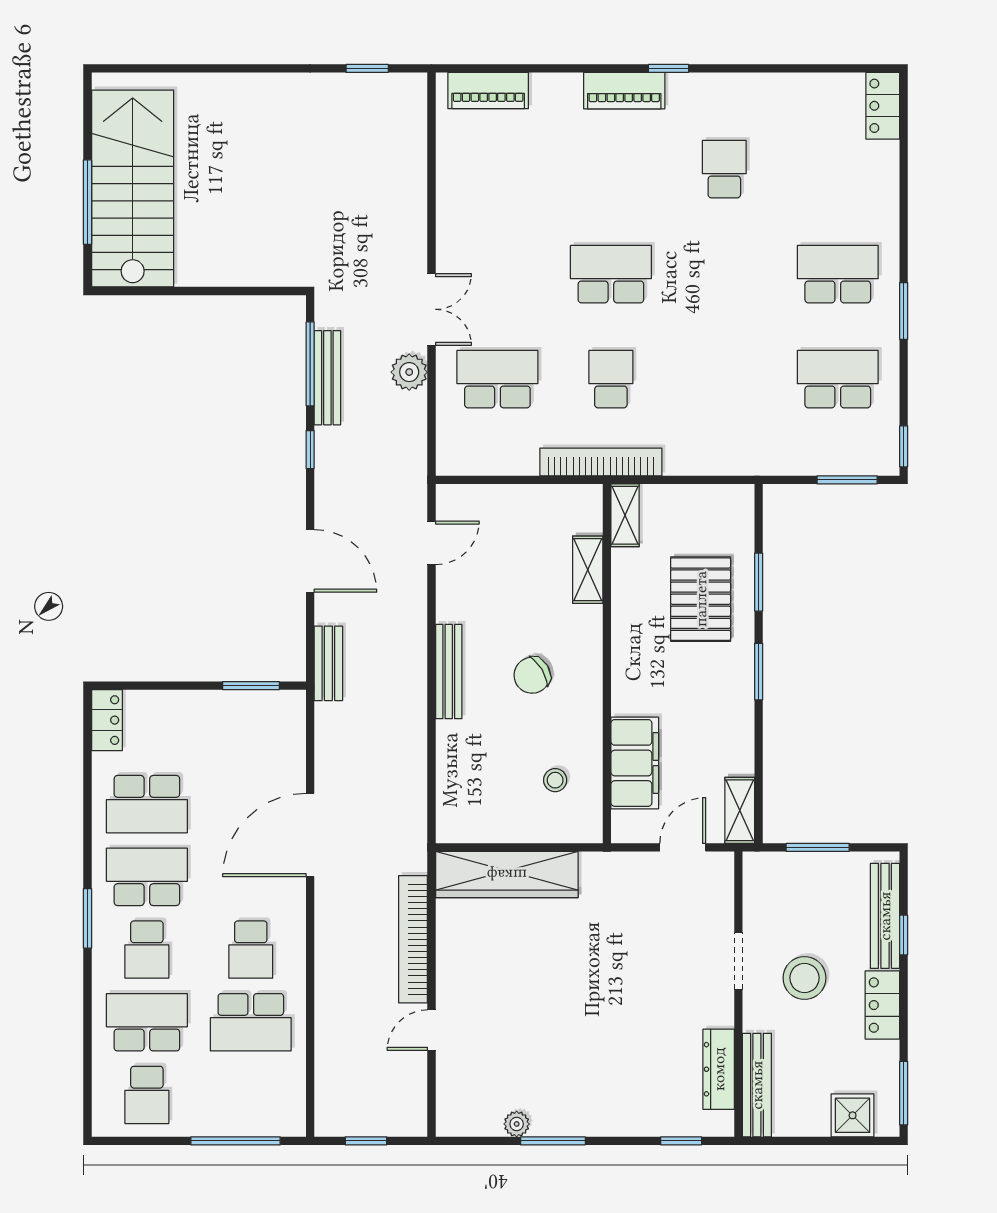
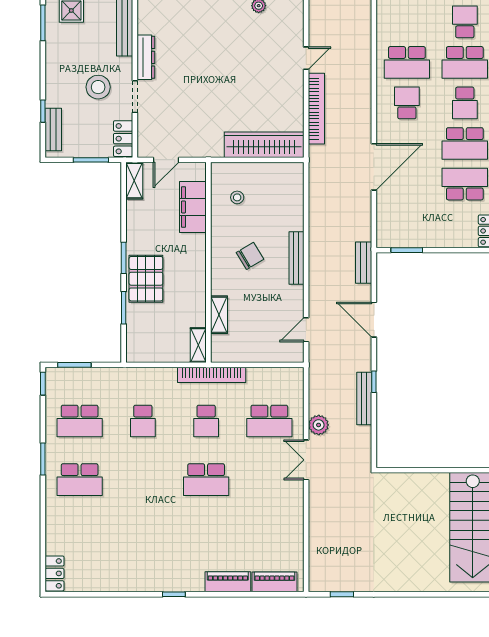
piano: (624, 91) -> (228, 582), moved
school desk: (724, 169) -> (143, 421), moved
window: (310, 364) -> (374, 430), removed
bench: (327, 378) -> (364, 398), moved
pallet: (701, 599) -> (146, 279), moved
bench: (885, 916) -> (53, 130), width x0.73
school desk: (147, 950) -> (465, 103), turned 180
locker: (882, 1005) -> (123, 139), moved, turned 180
school desk: (251, 1022) -> (407, 62), turned 180
dresser: (719, 1069) -> (146, 57), moved

